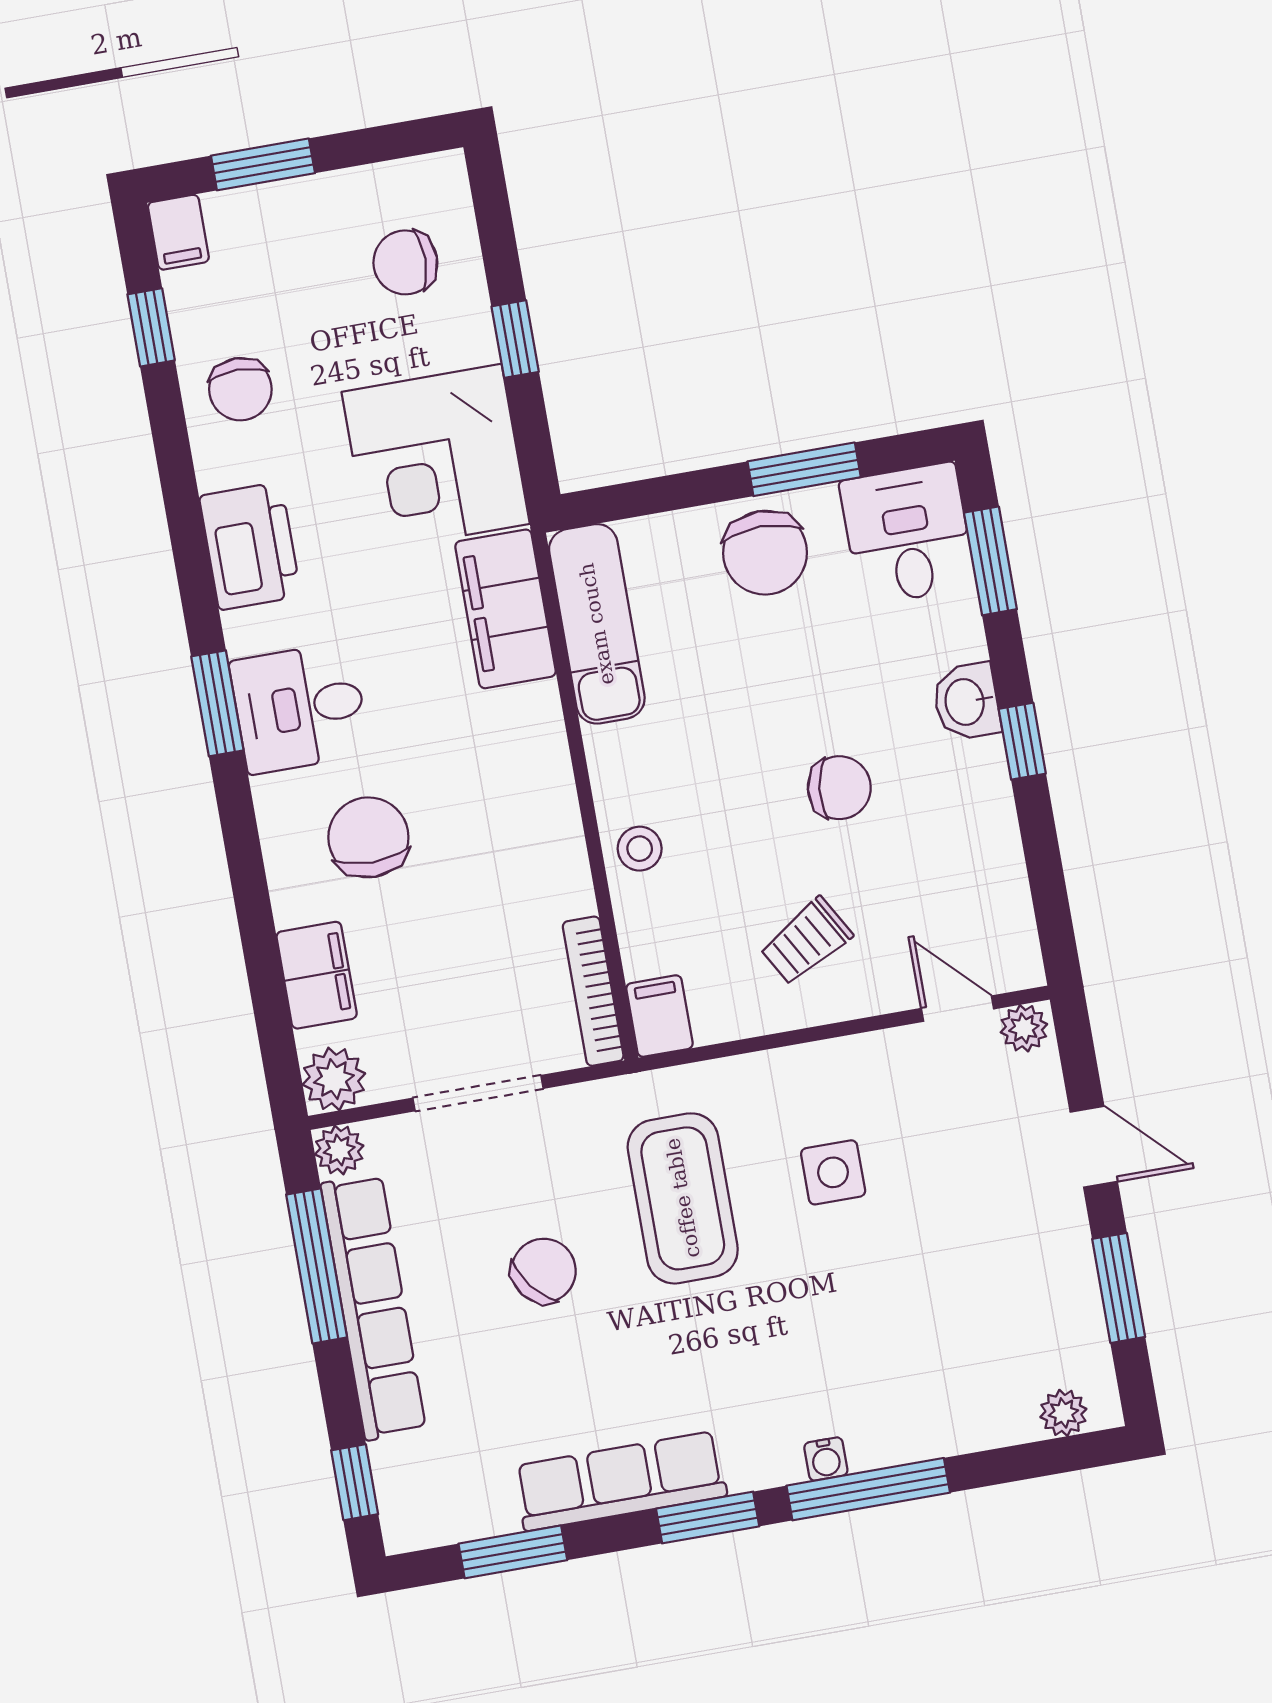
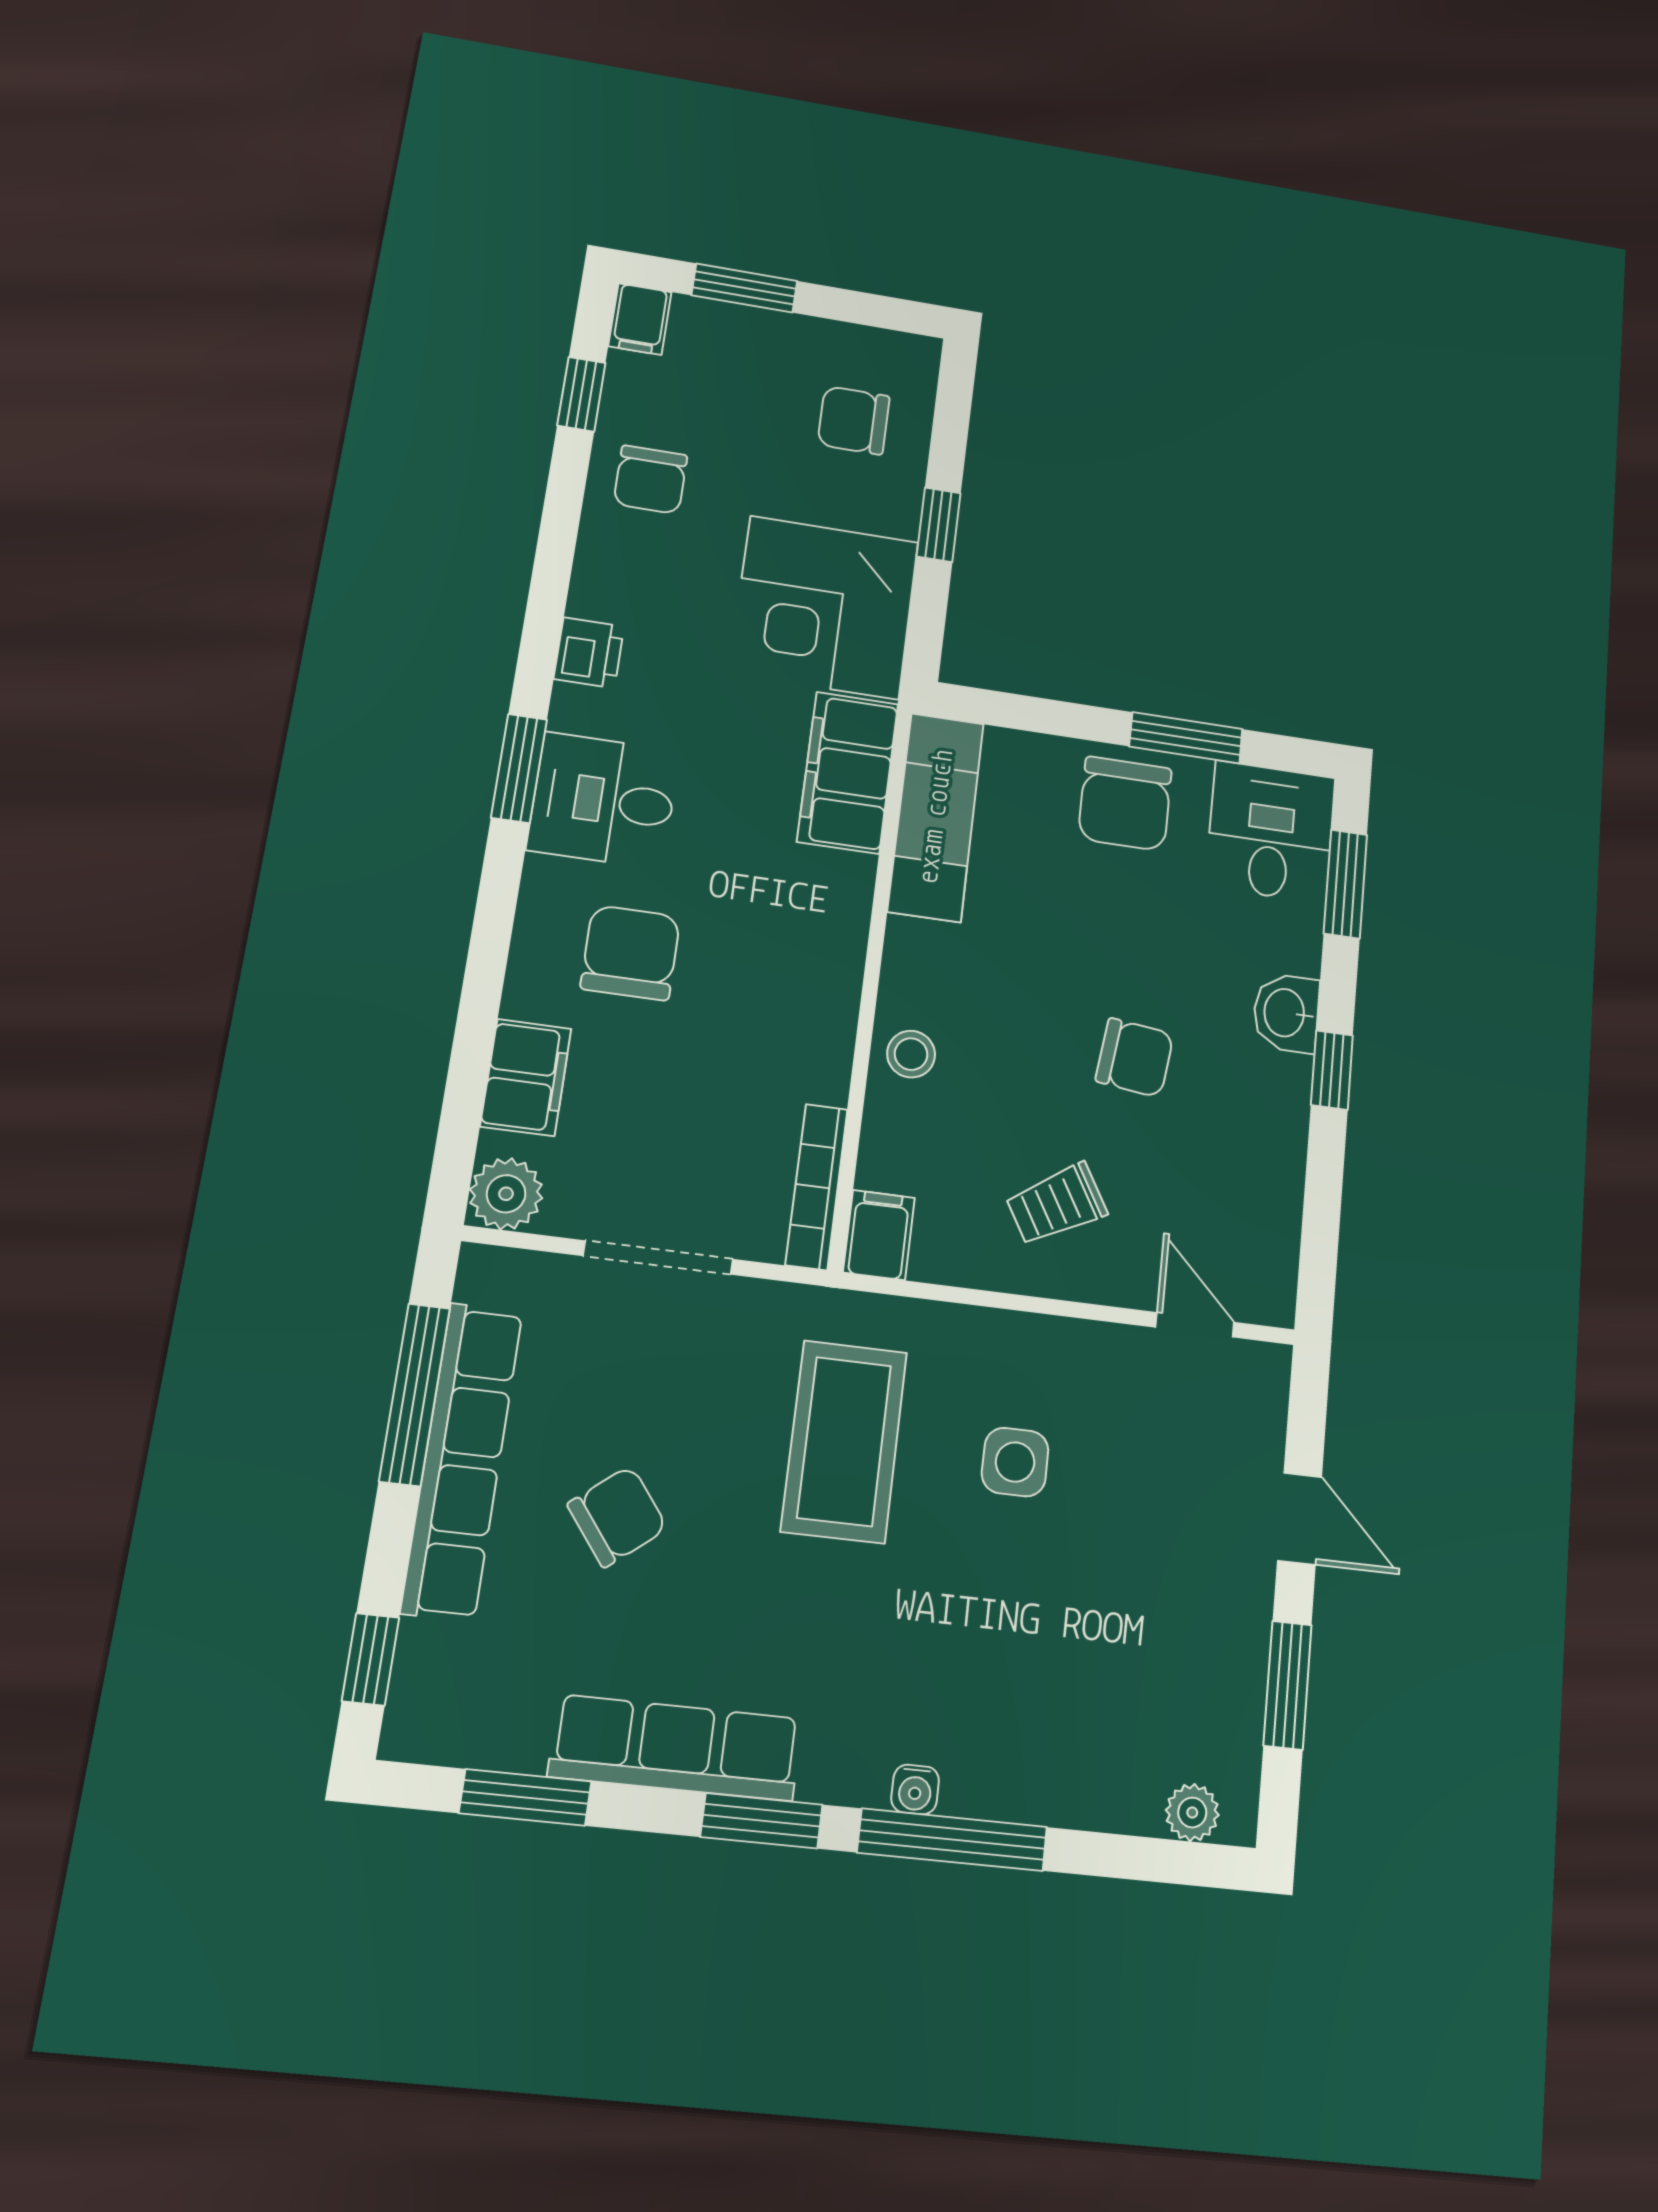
printer: (250, 546) -> (589, 653), width x0.53, depth x0.68
plant: (1024, 1028) -> (1259, 1367), removed
plant: (339, 1150) -> (485, 1273), removed
chair: (544, 1271) -> (617, 1516), moved

